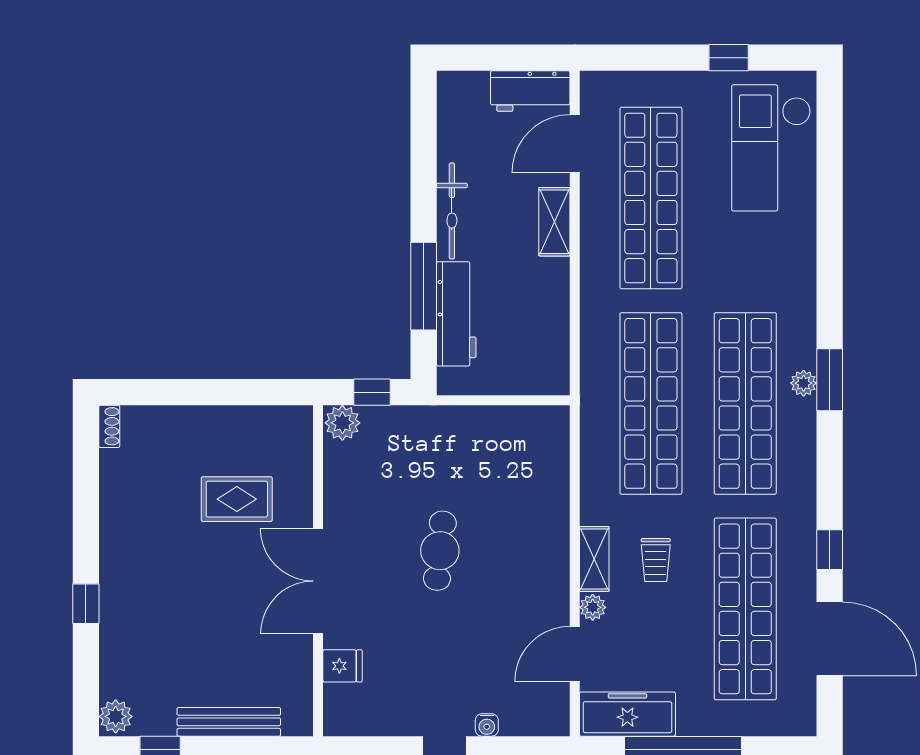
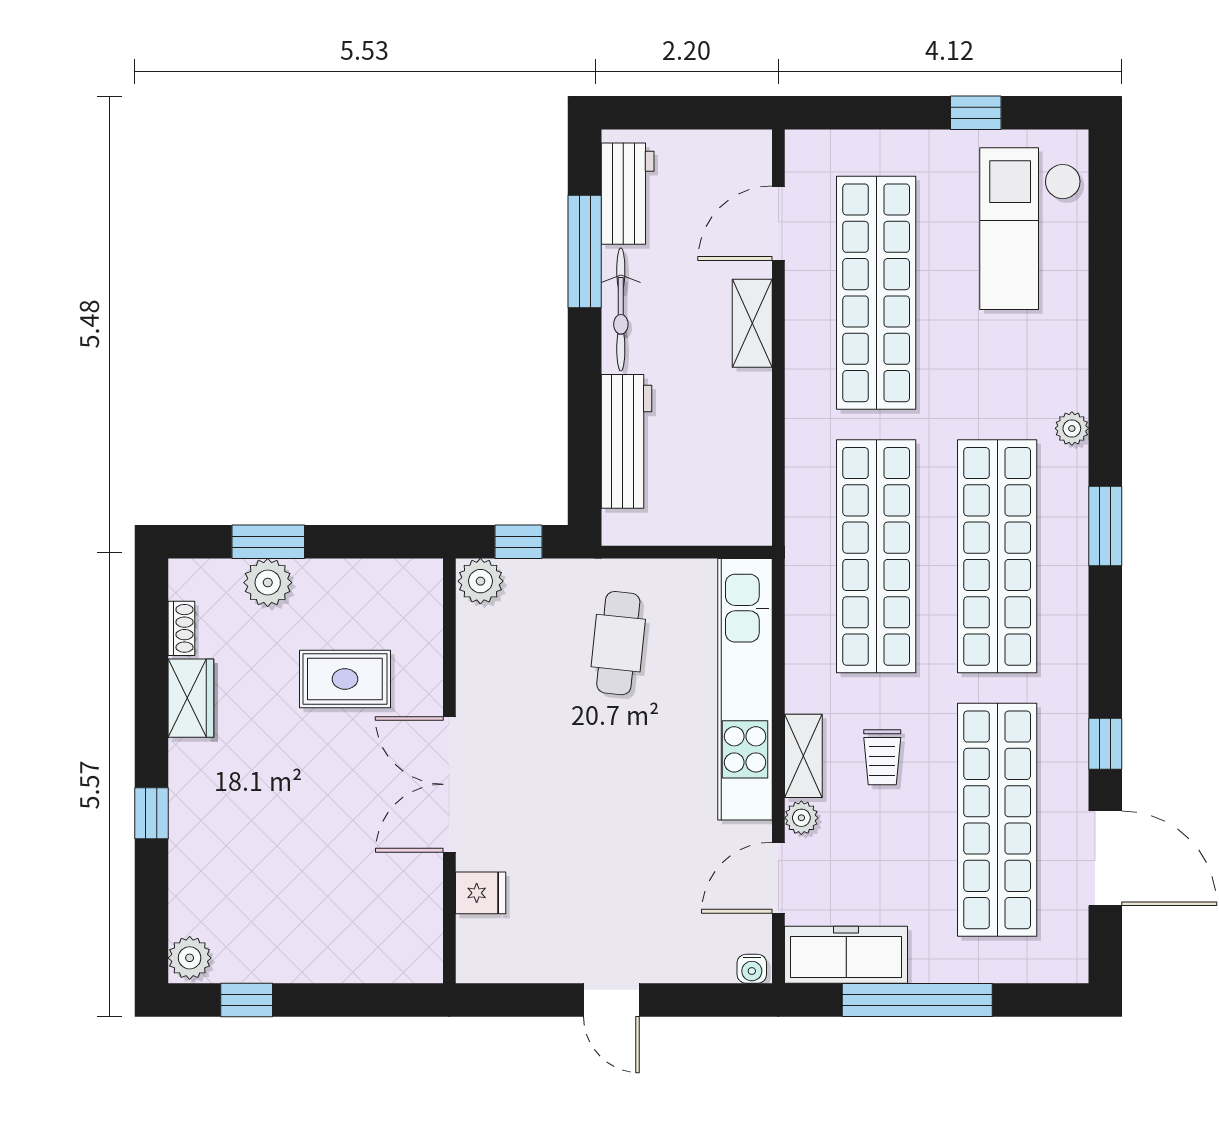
workbench: (530, 91) -> (628, 194), moved, turned -90
window: (424, 286) -> (585, 252), moved
plant: (804, 383) -> (1072, 428), moved
window: (177, 392) -> (268, 542), added
plant: (177, 424) -> (268, 583), added
shoe rack: (109, 426) -> (181, 628), moved
kitchen unit: (549, 507) -> (745, 689), added
wardrobe: (117, 514) -> (191, 698), added
cafe table: (440, 551) -> (618, 643), moved
bench: (229, 722) -> (335, 965), removed
water cooler: (487, 725) -> (752, 969), moved

